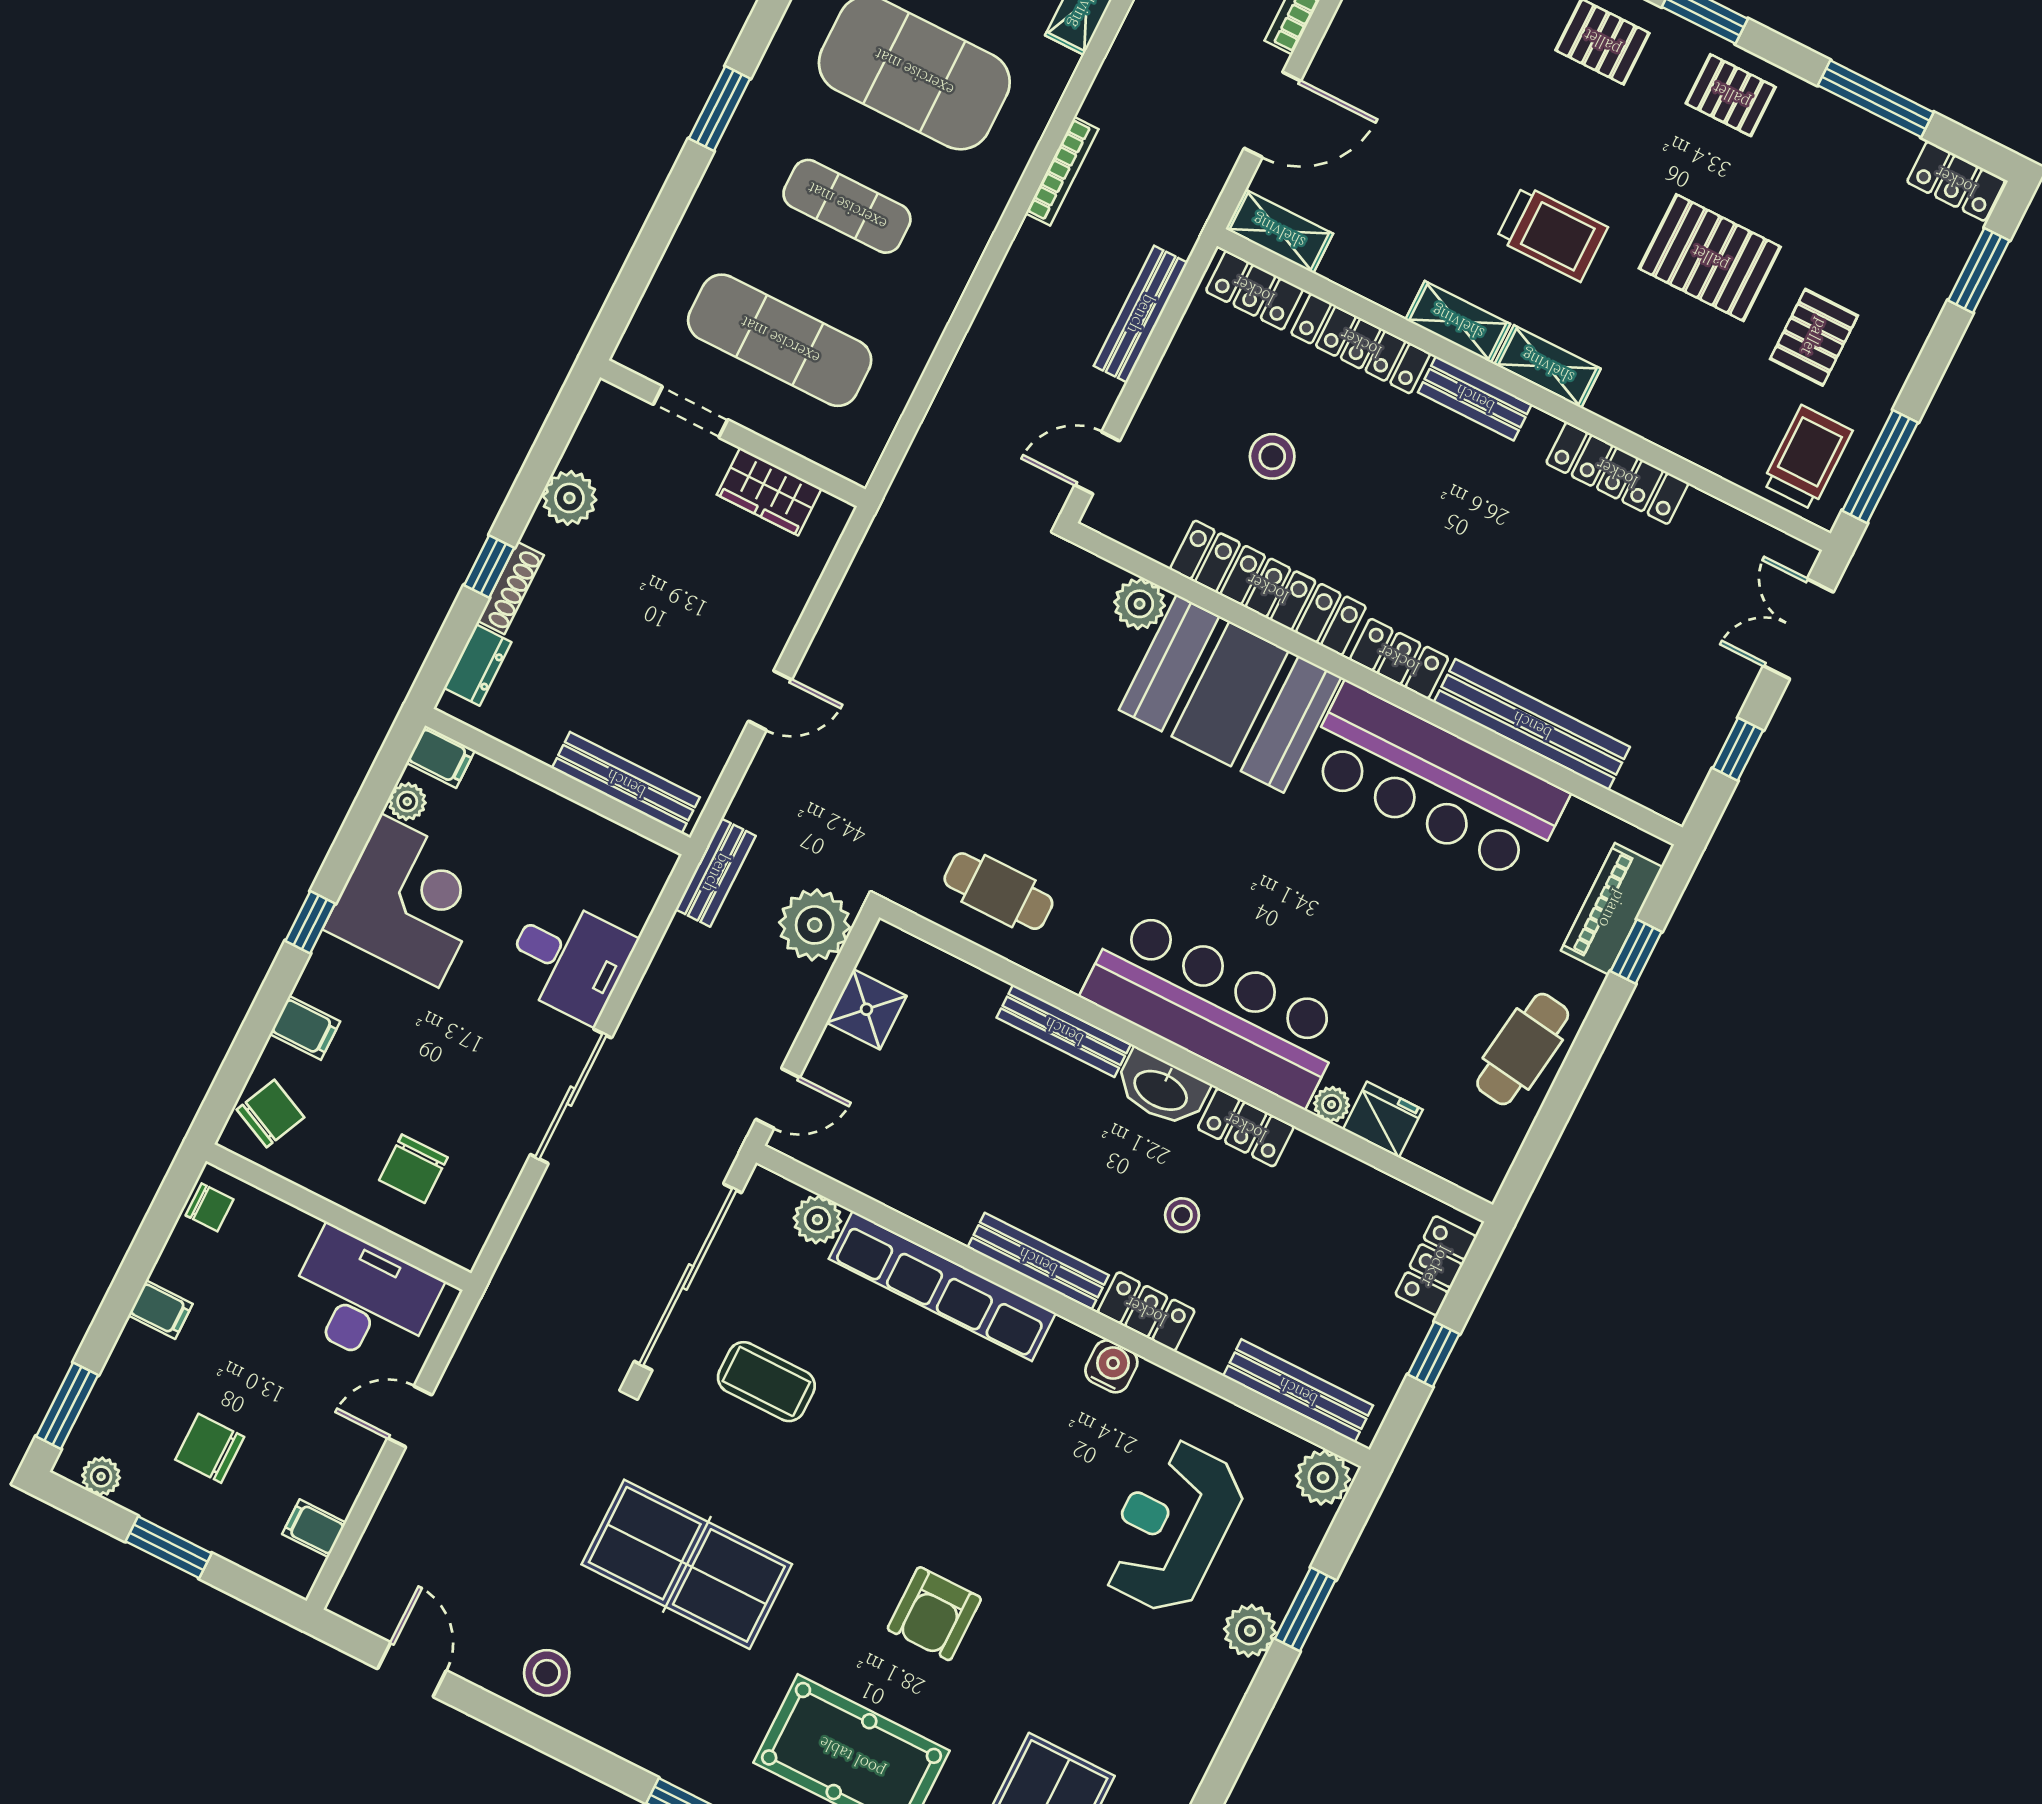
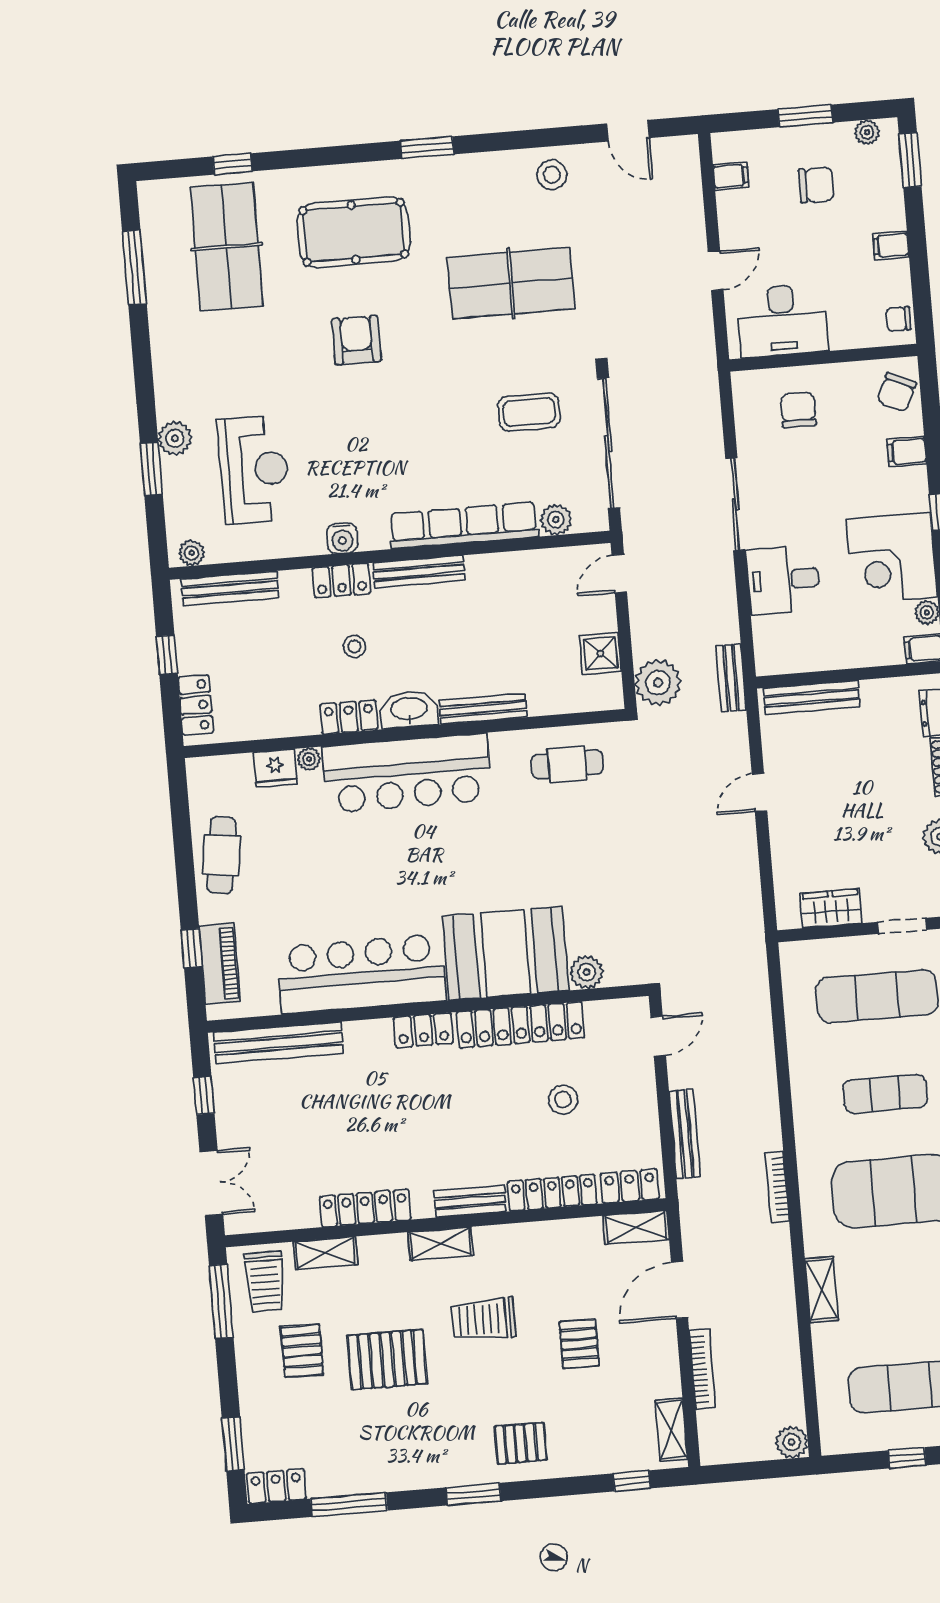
pallet: (1731, 95) -> (579, 1344), moved, turned 90
shelving: (1458, 322) -> (325, 1253), moved
bench: (1532, 725) -> (278, 1043), moved
plant: (1323, 1477) -> (192, 553), width x0.73, depth x0.73

